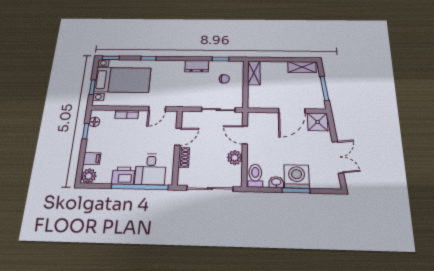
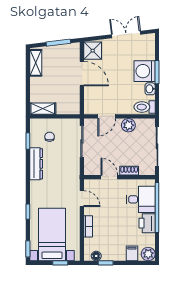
dresser: (197, 66) -> (36, 164), width x1.44

